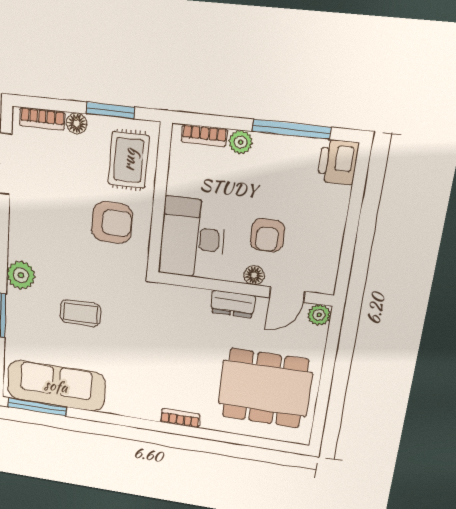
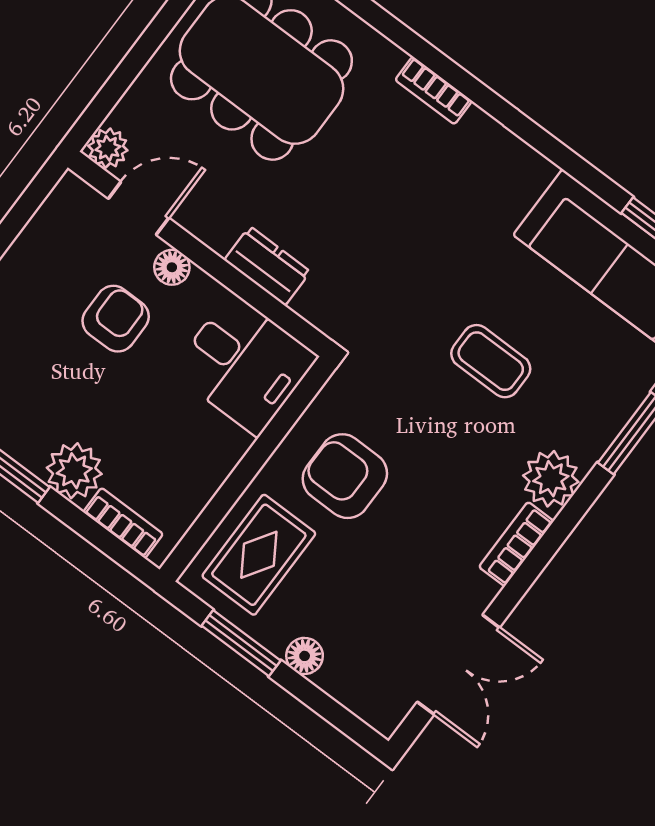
bookcase: (42, 119) -> (516, 544), moved, turned -90
plant: (241, 142) -> (74, 471), width x1.38, depth x1.38
desk: (192, 238) -> (245, 364), width x0.73
dresser: (233, 304) -> (267, 266), moved

